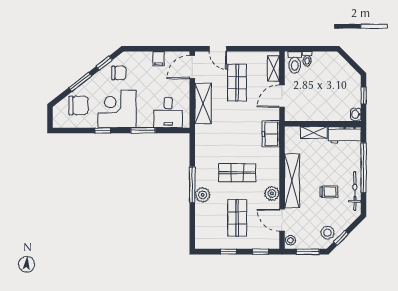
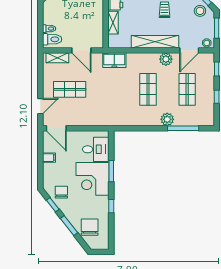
shelving: (203, 103) -> (88, 119), removed
corner desk: (117, 109) -> (93, 179), moved
window: (192, 185) -> (183, 128), moved
shop shelf: (237, 218) -> (187, 89), turned 90

